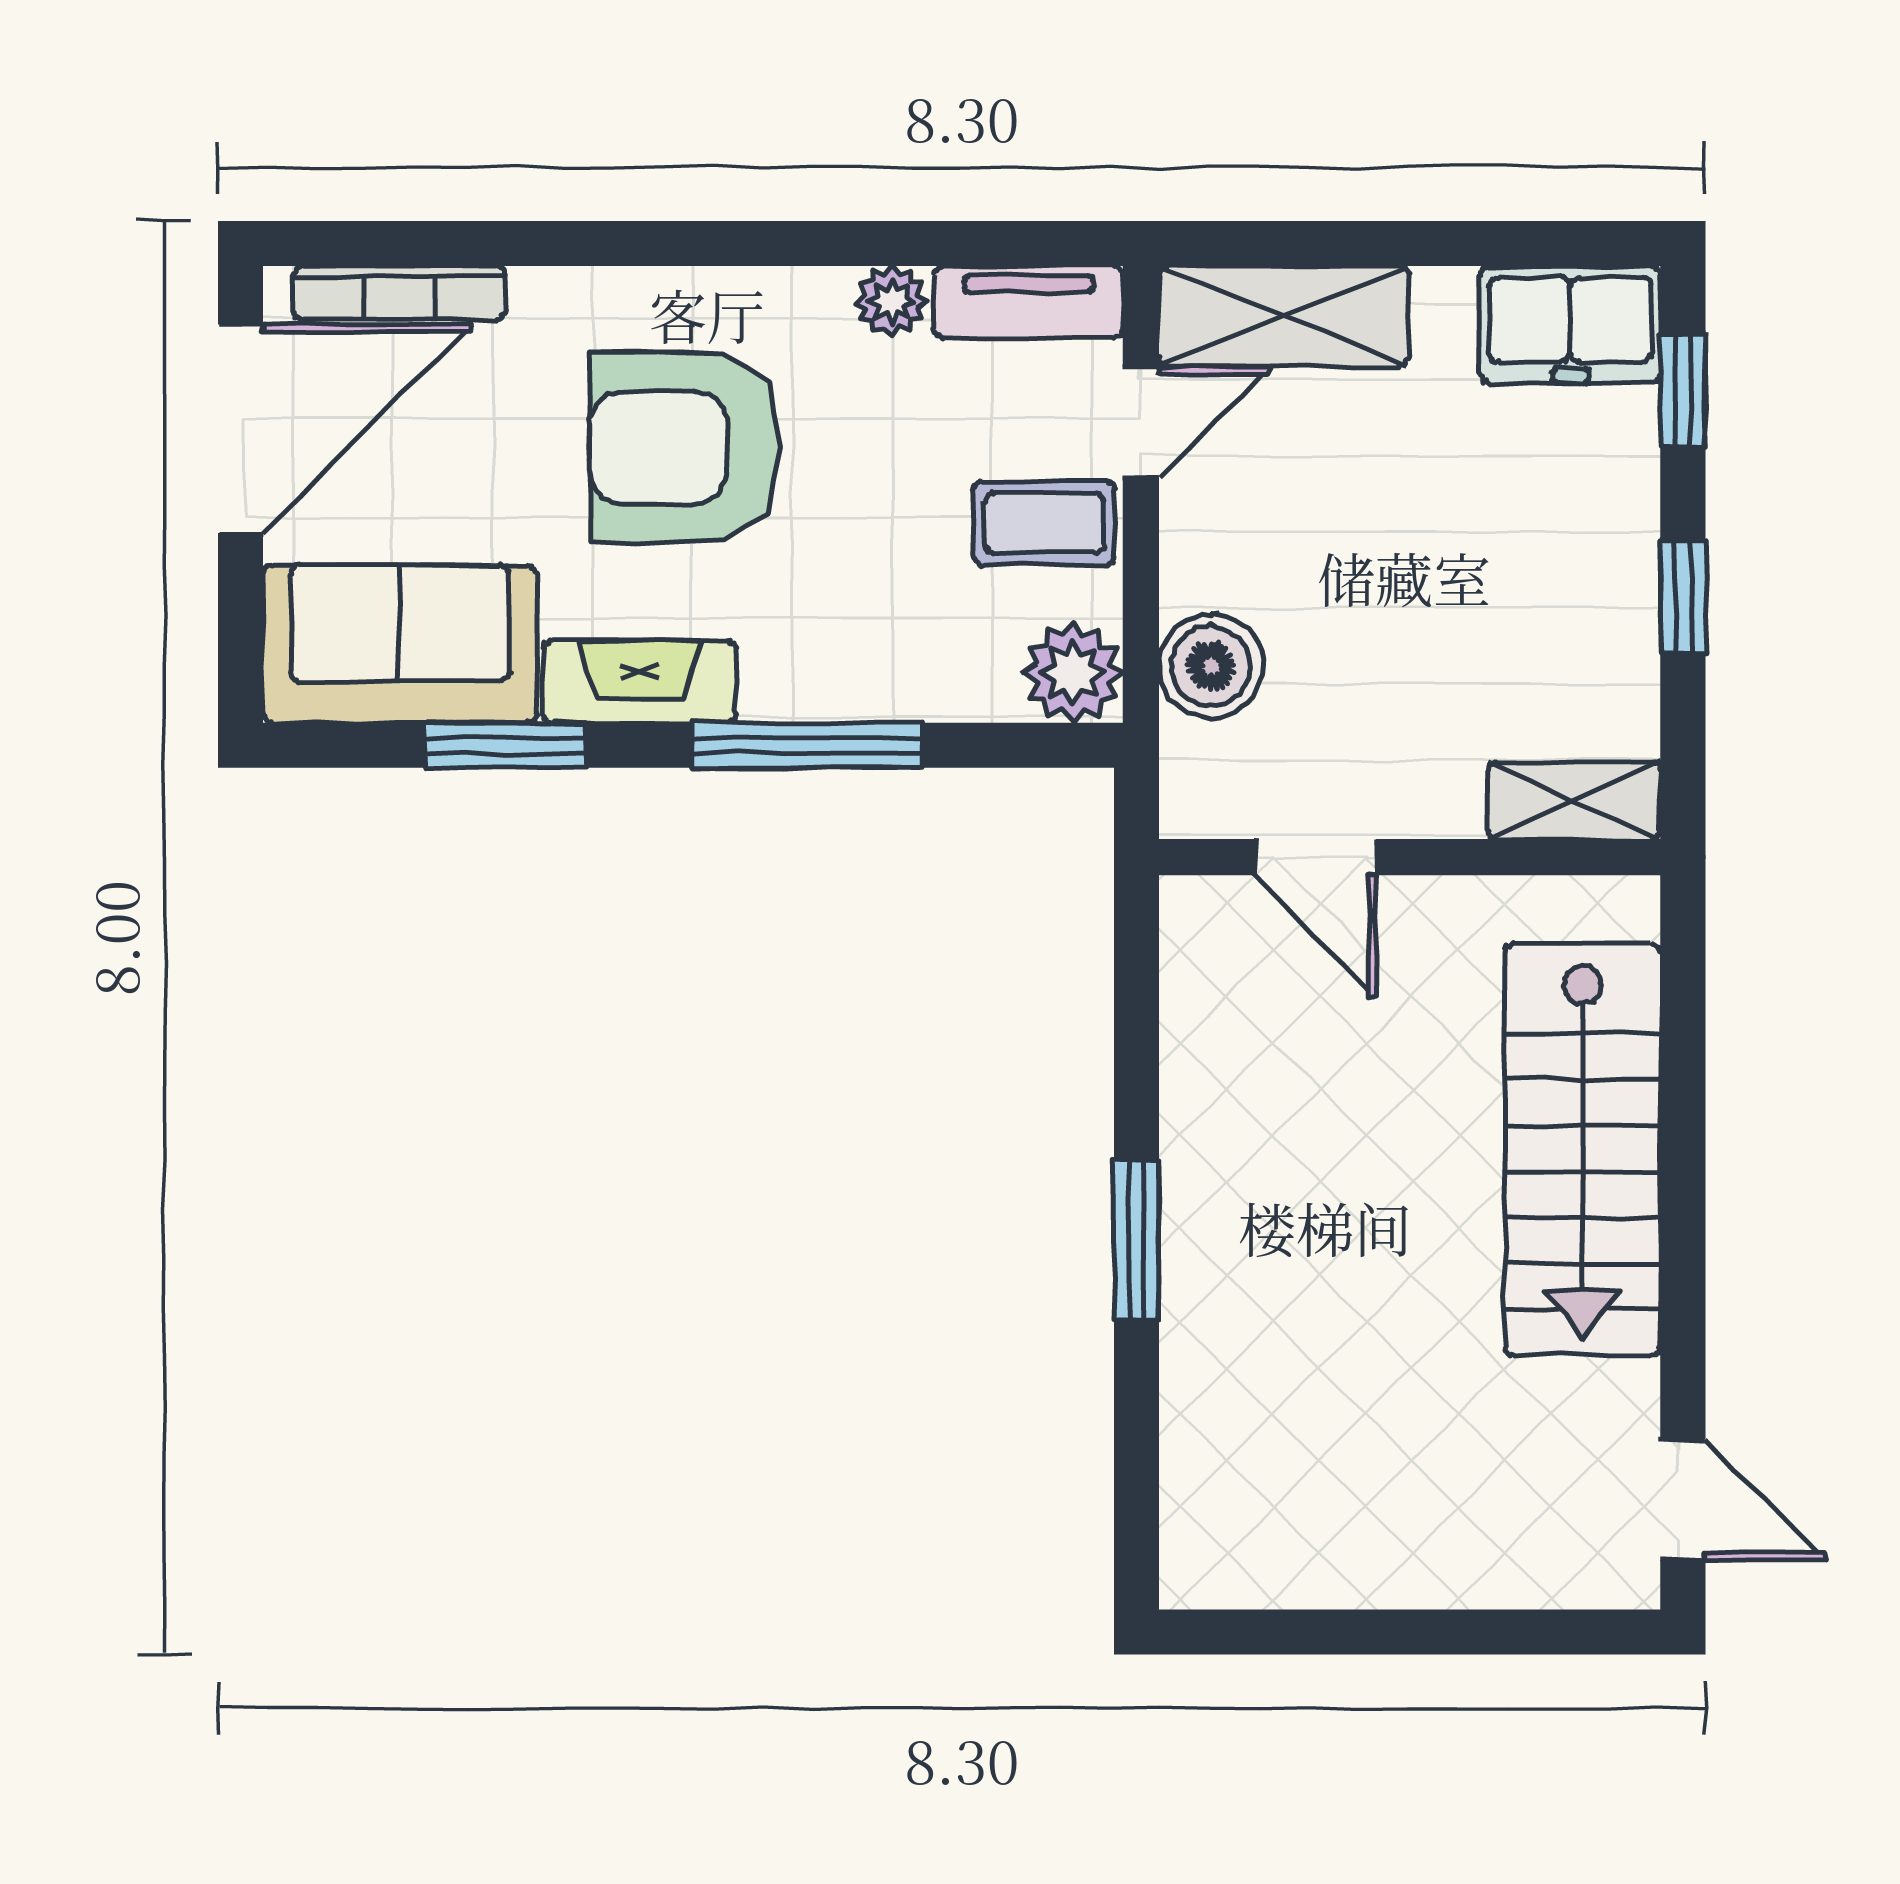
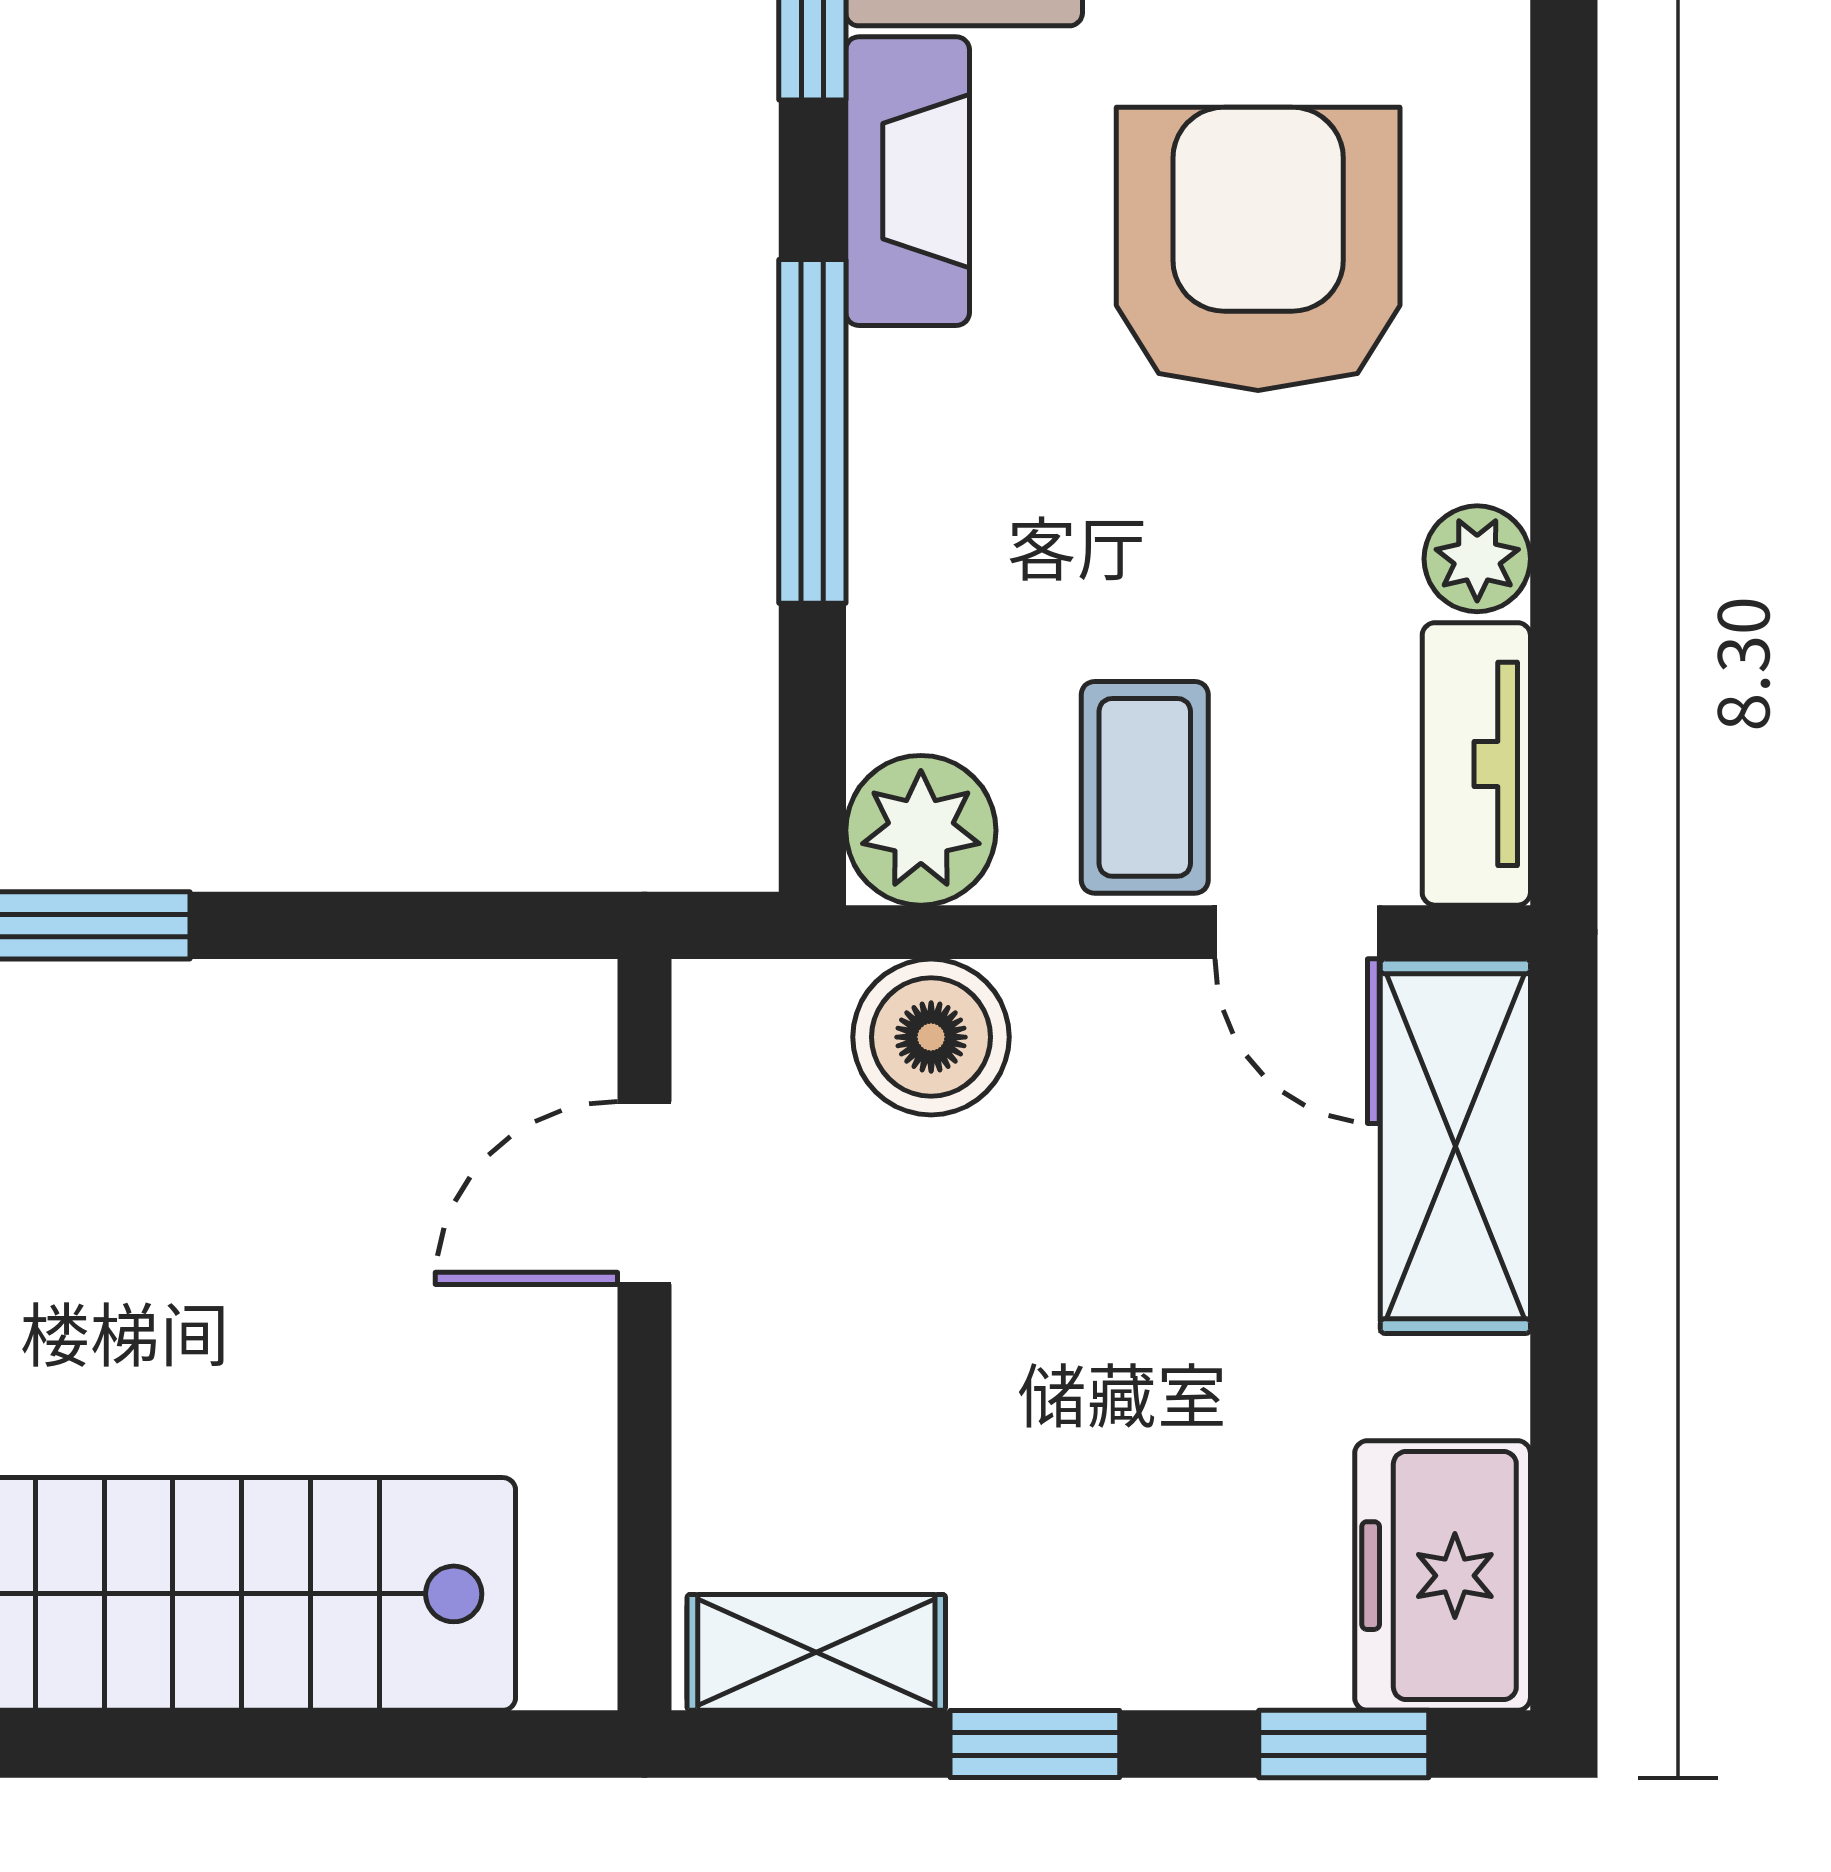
shelving: (1574, 800) -> (816, 1652), moved, turned 90

